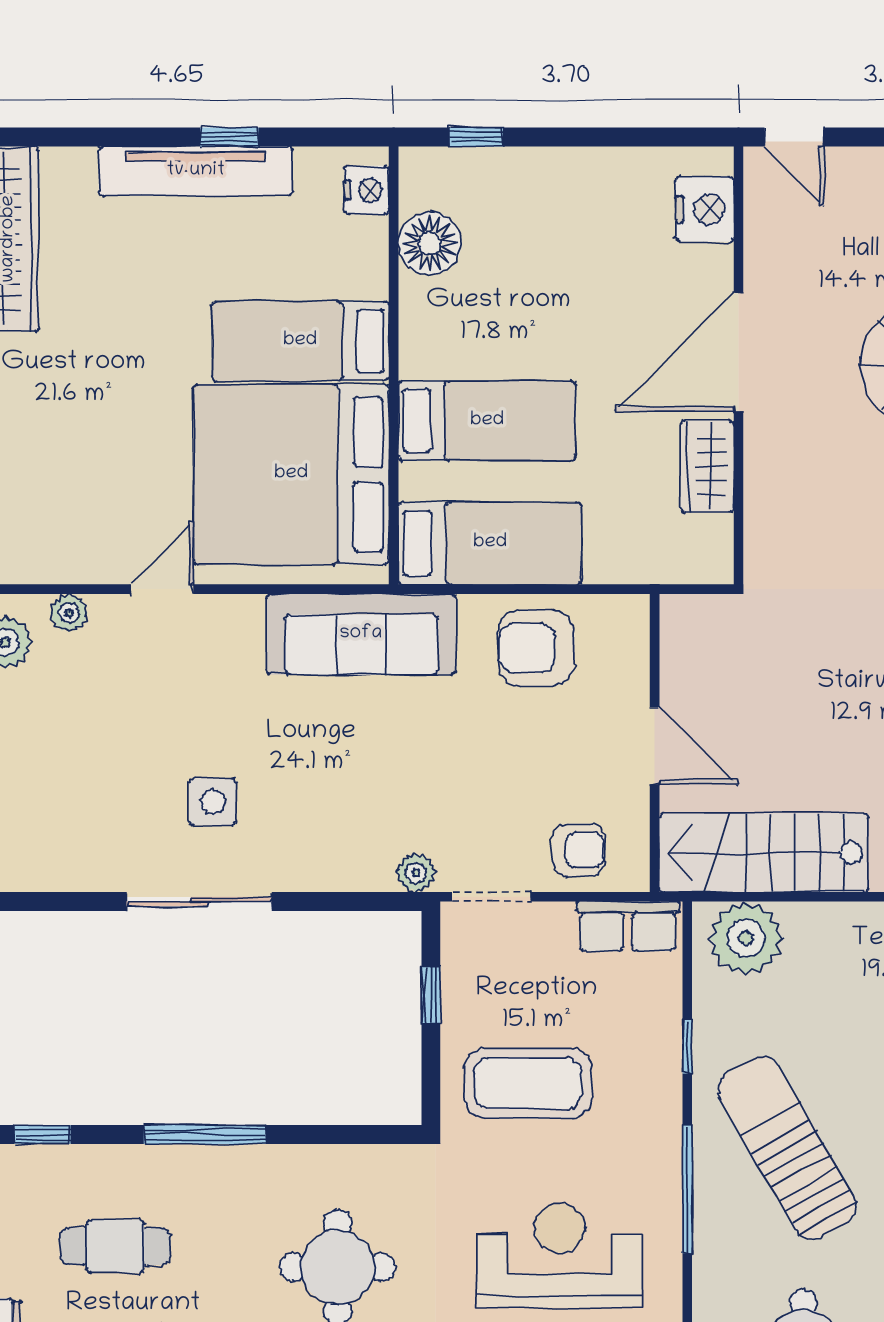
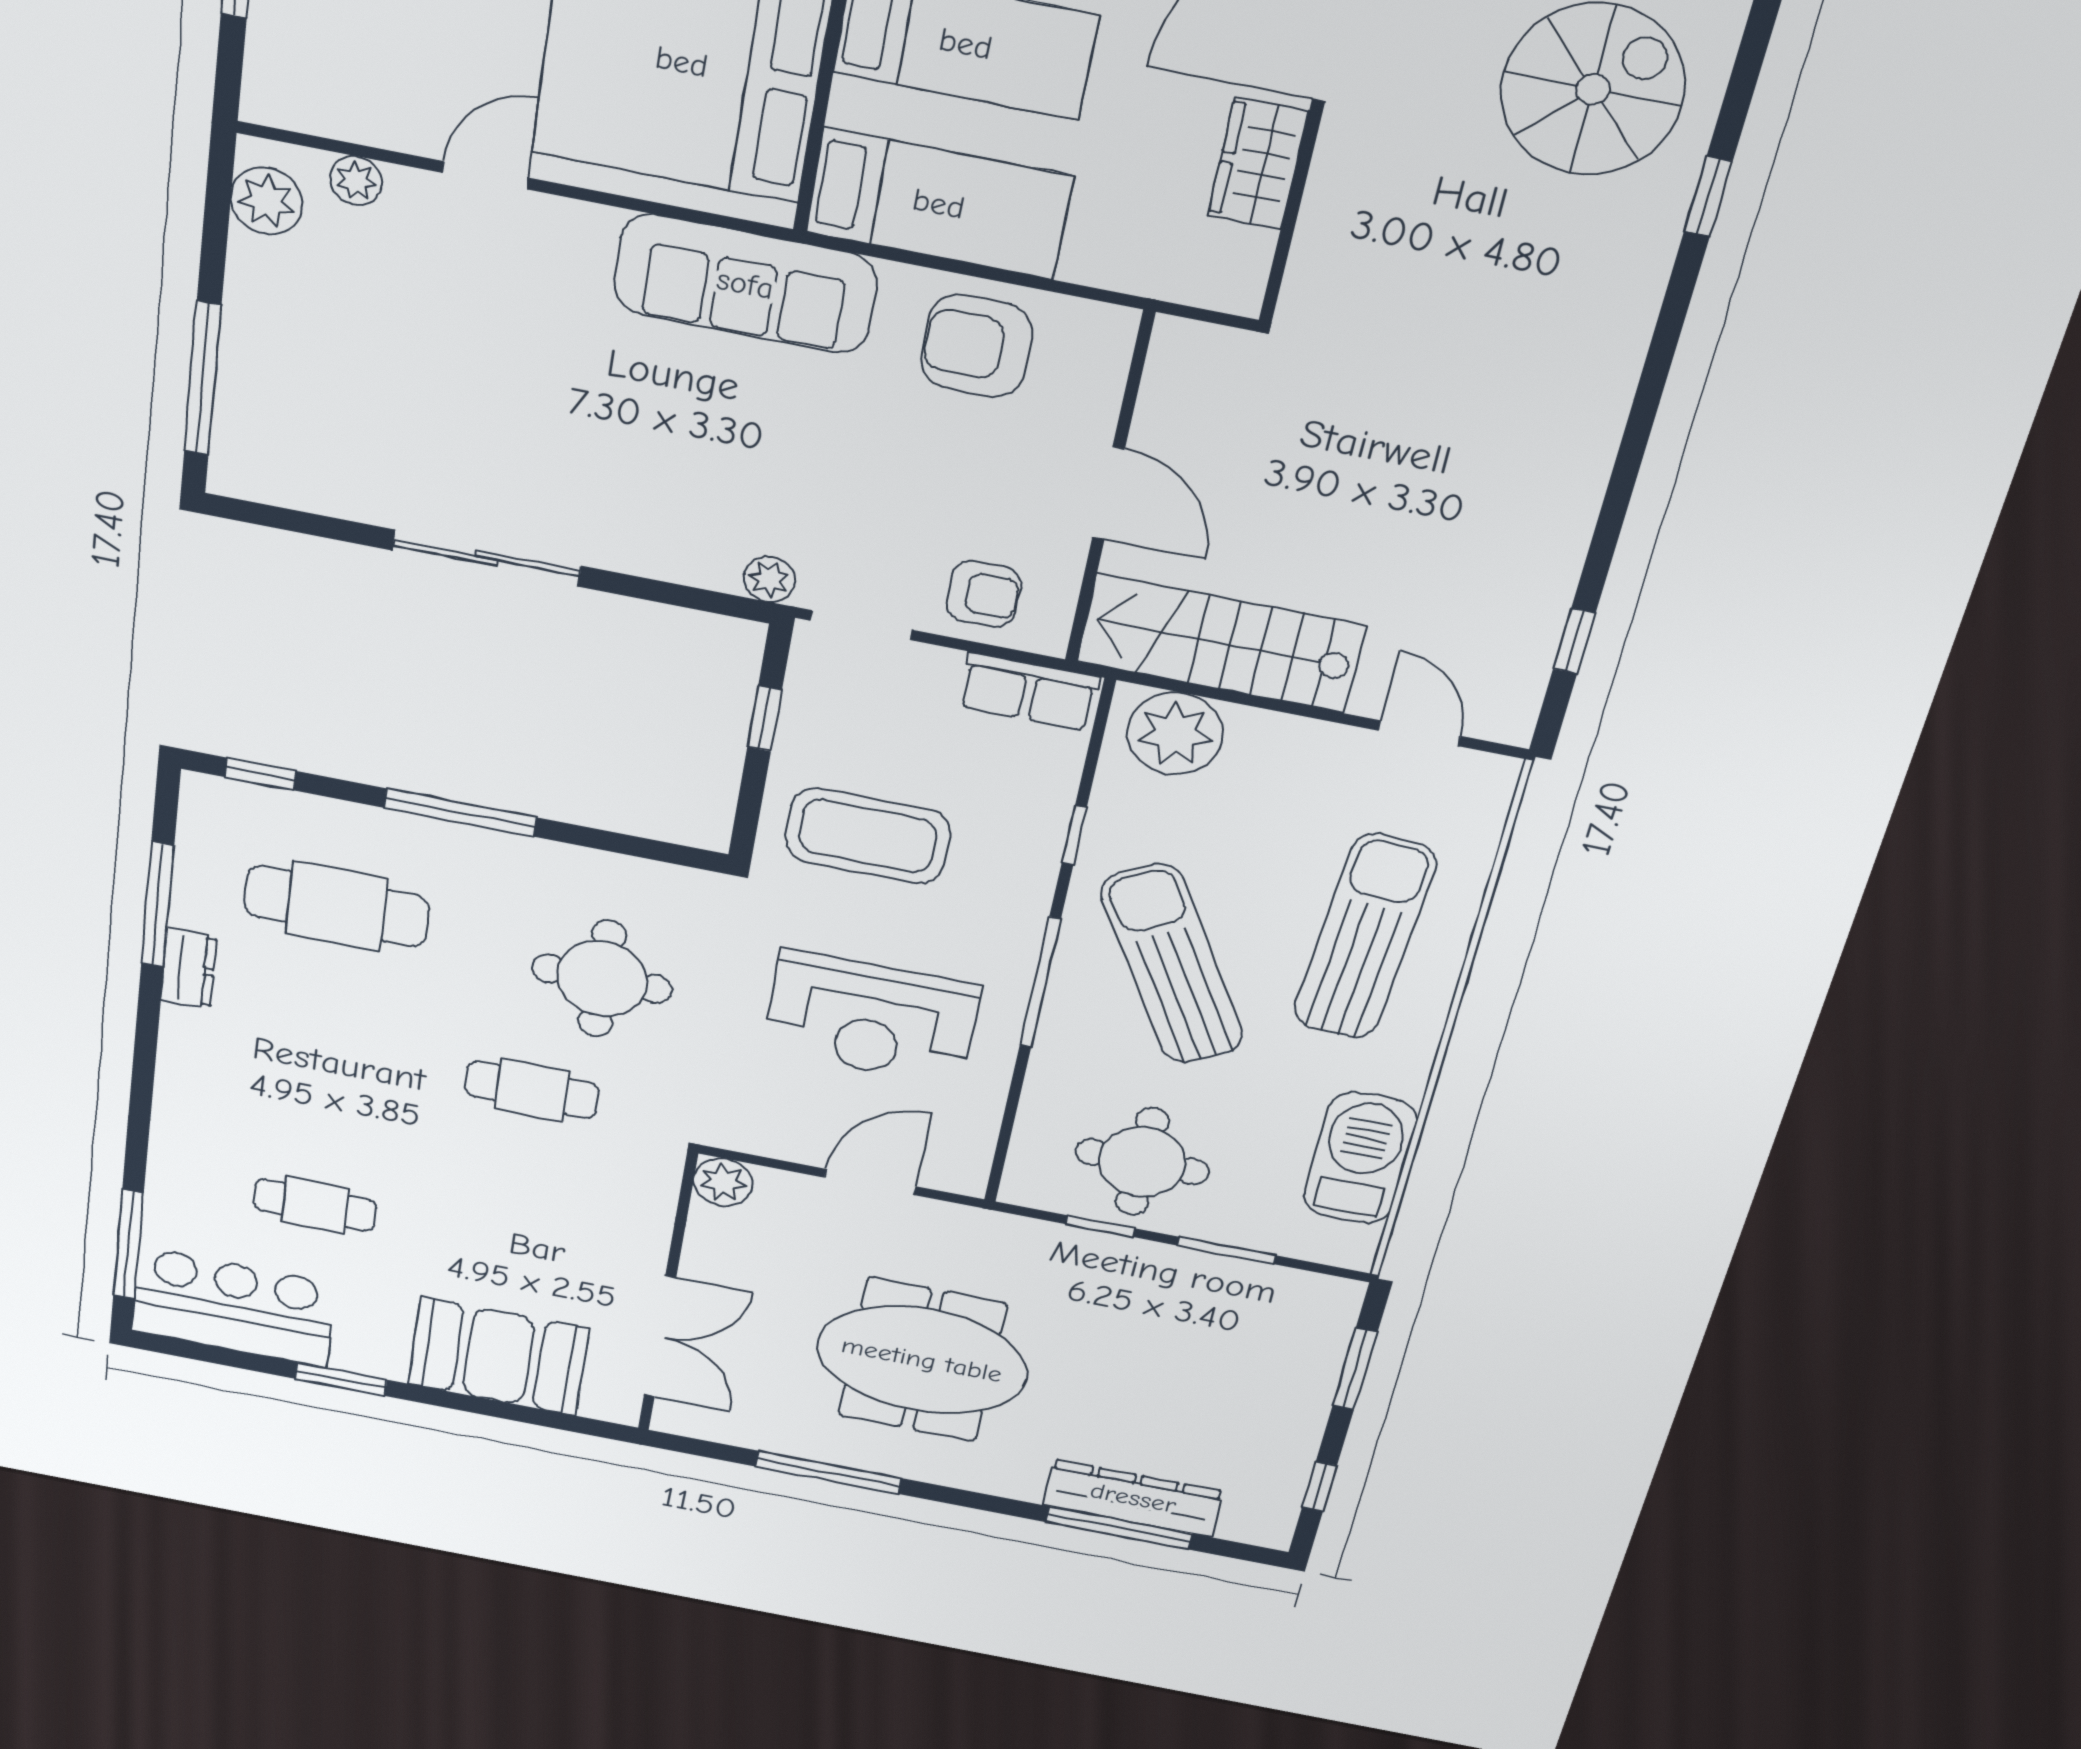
side table: (213, 802) -> (519, 447), removed
cafe table: (115, 1246) -> (337, 906), width x1.37, depth x1.35
reception desk: (559, 1255) -> (871, 1018), turned 180

